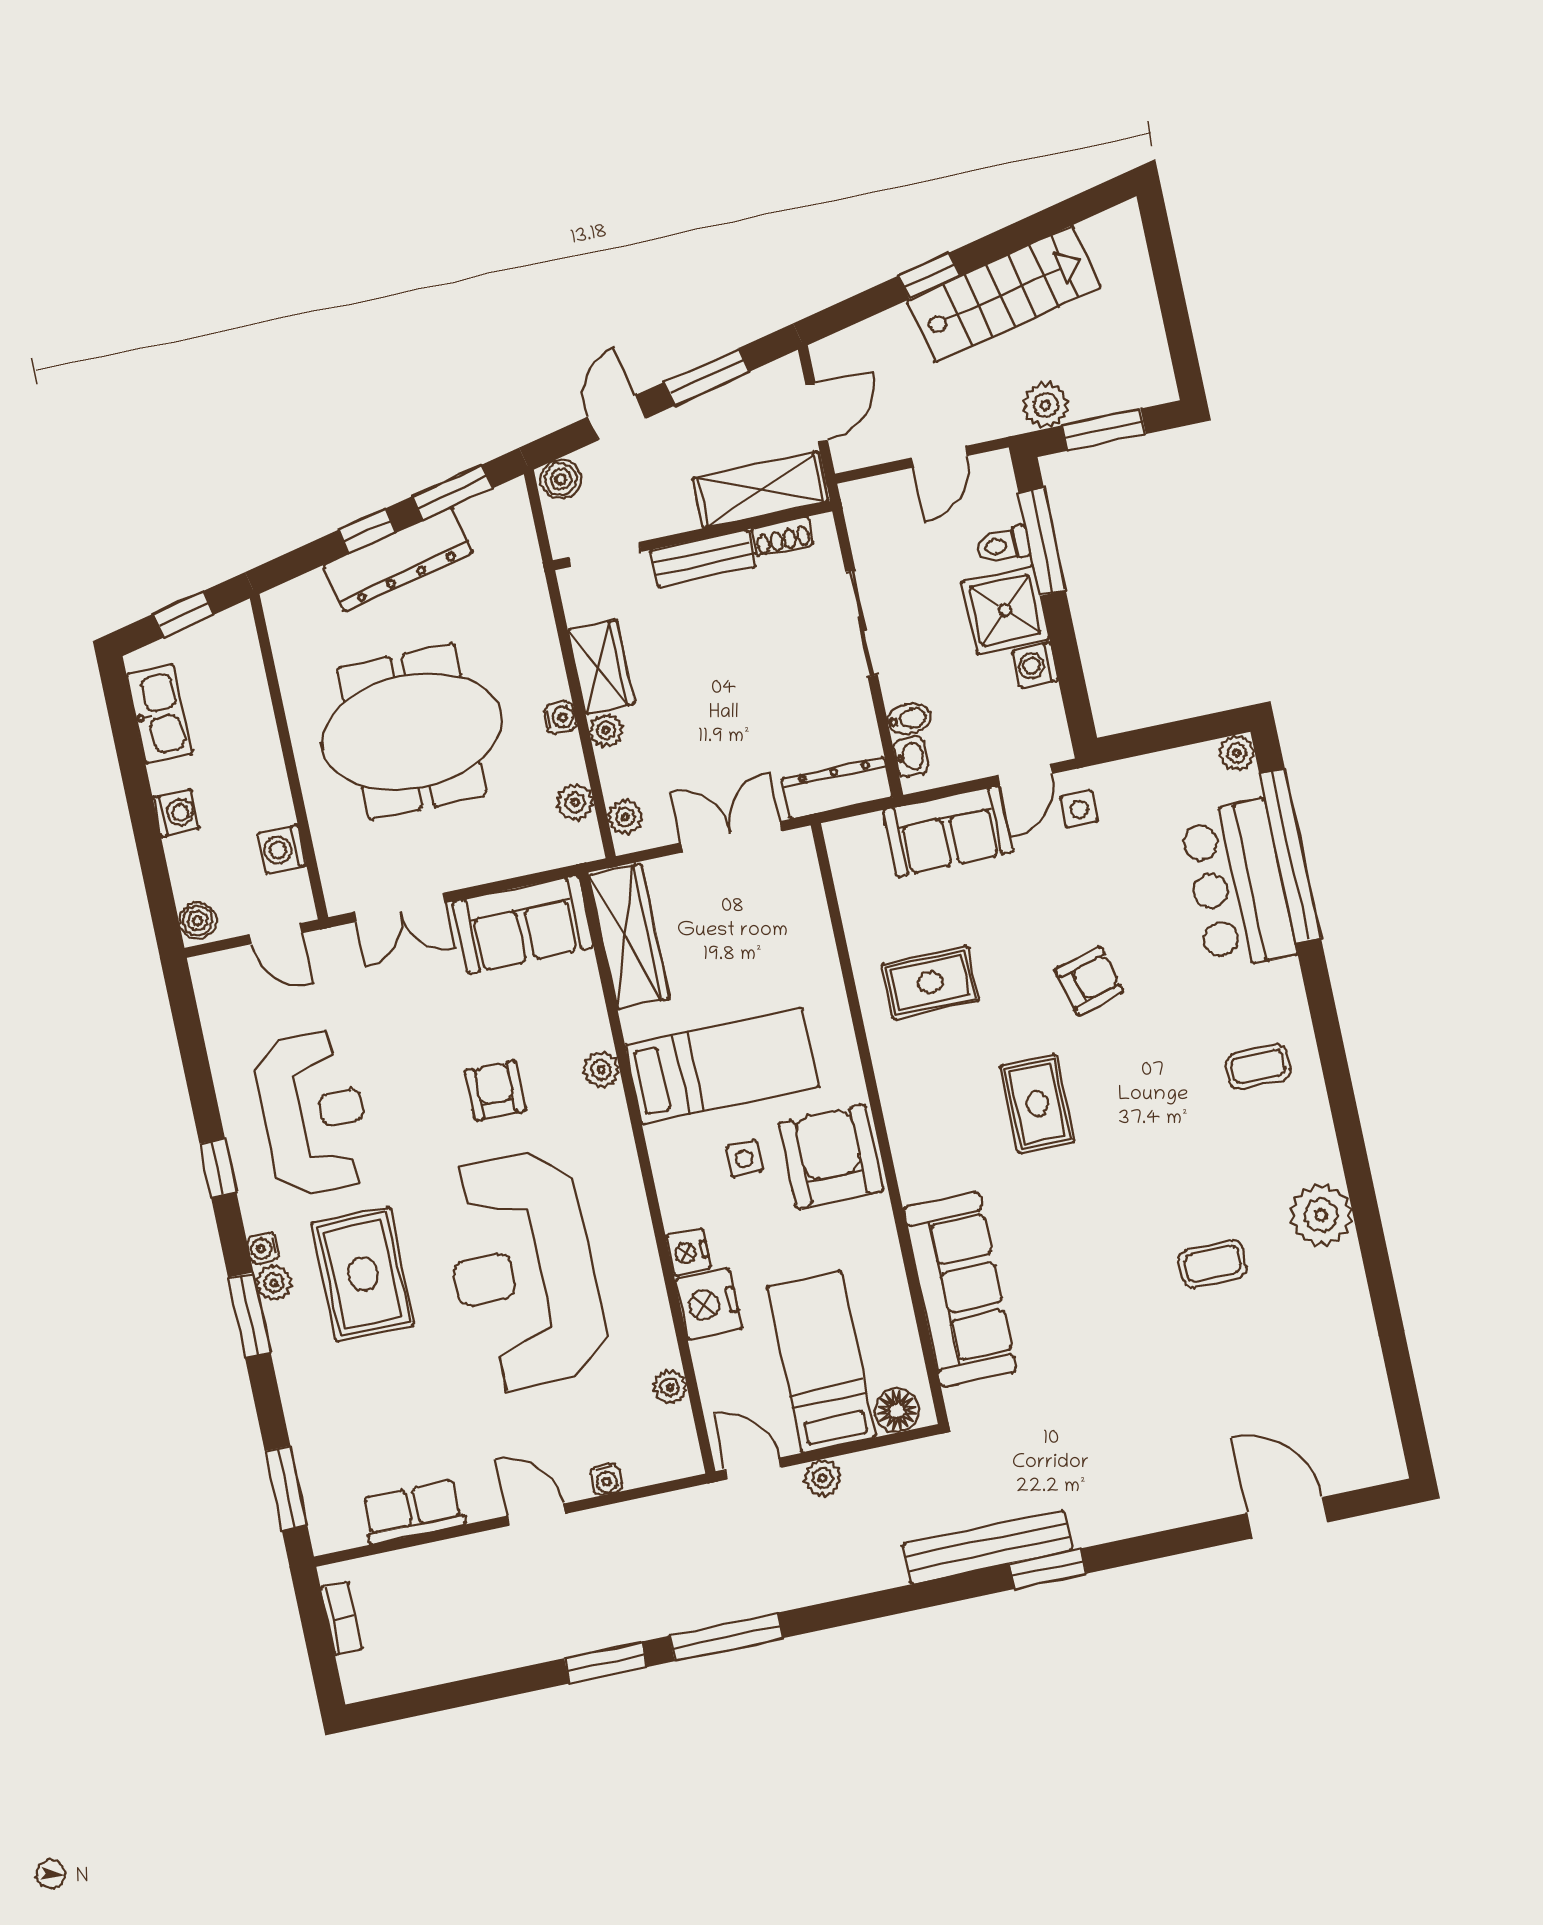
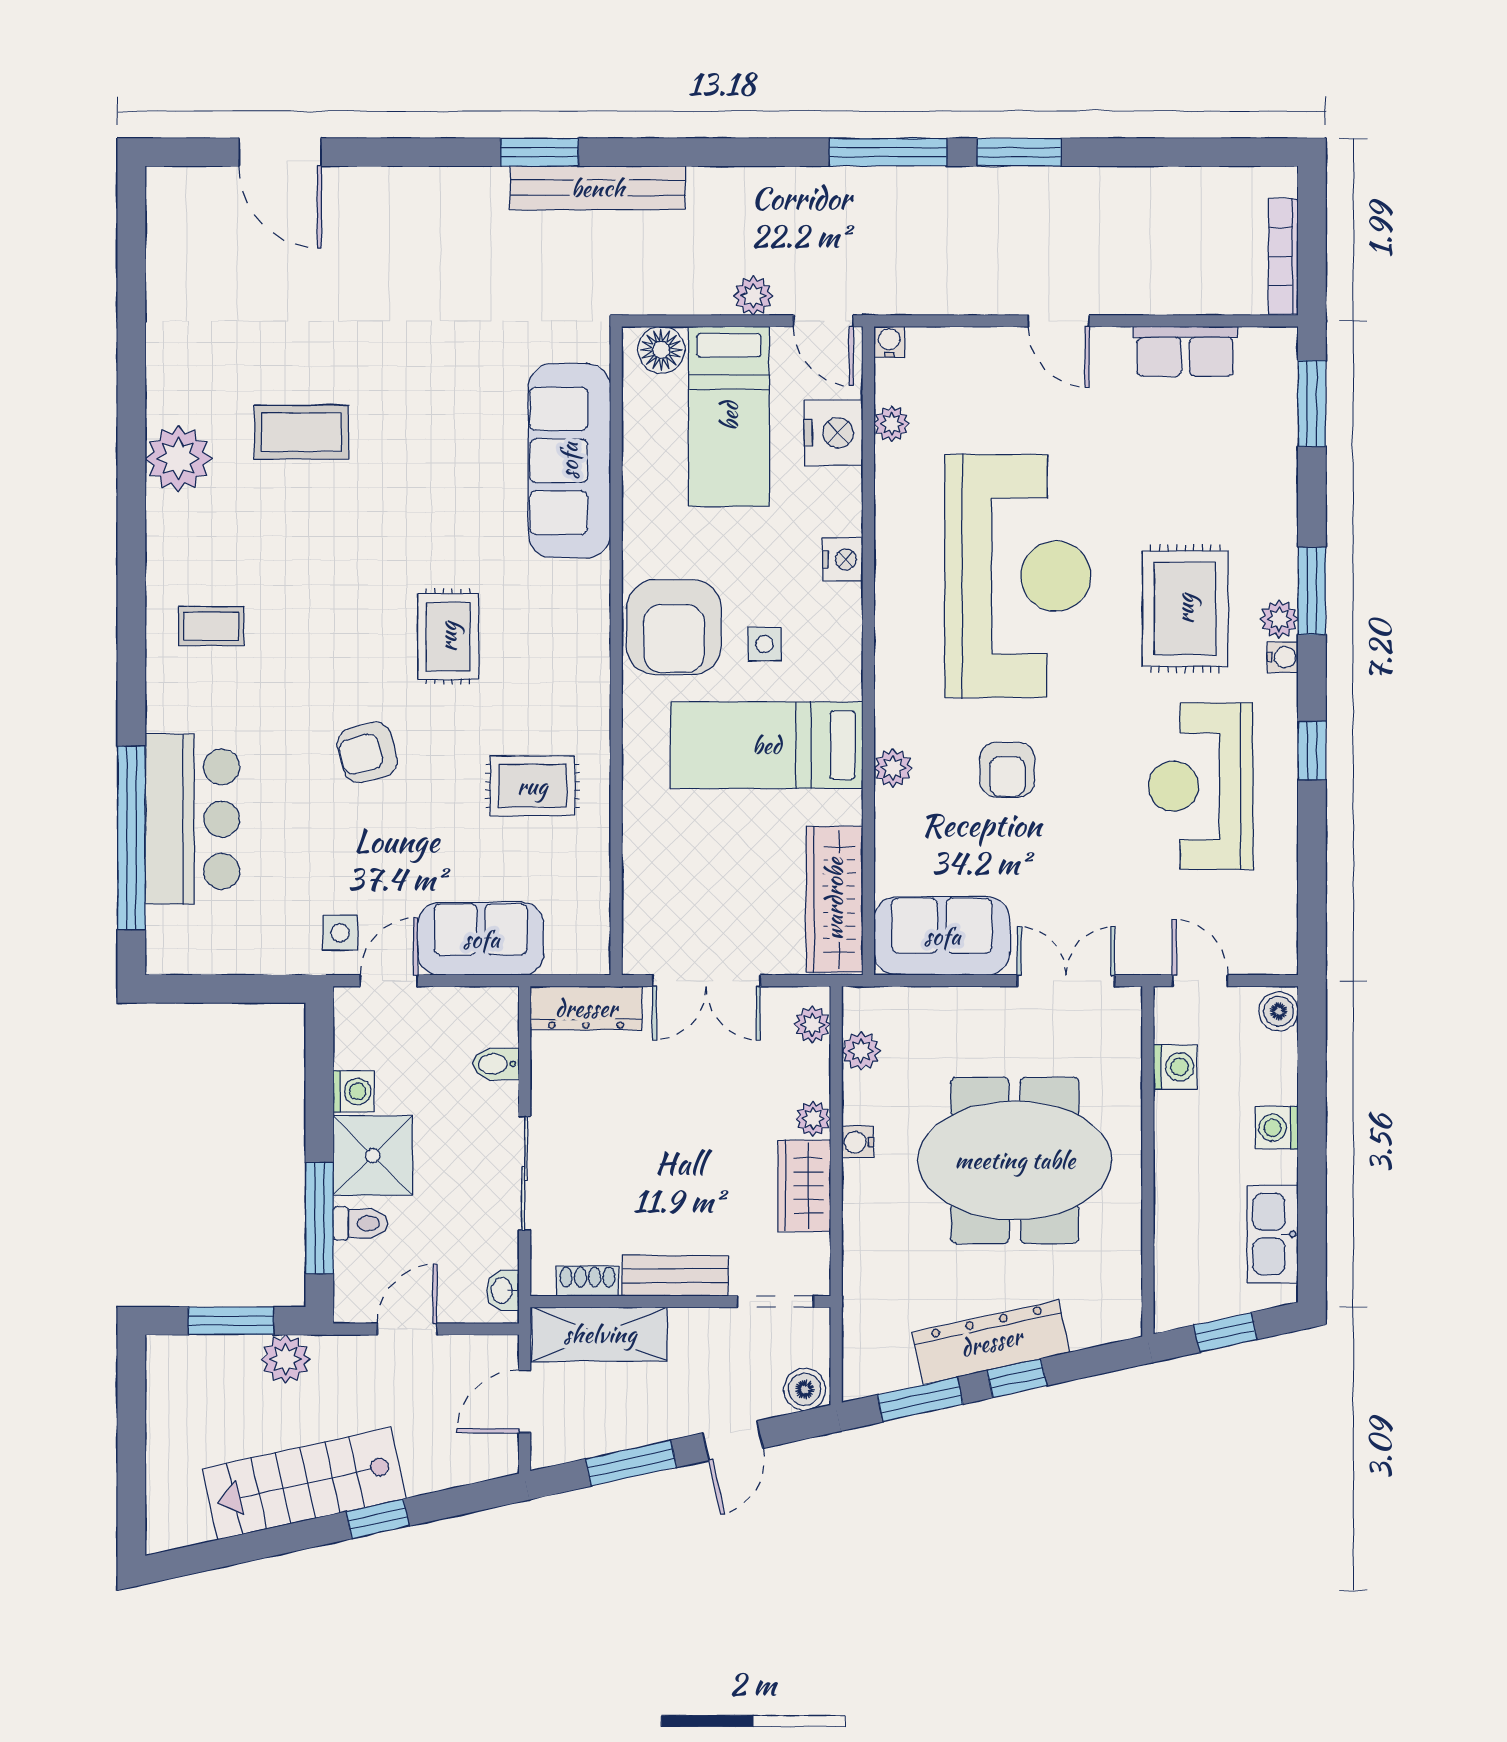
plant: (1237, 753) -> (164, 956), removed
washbasin: (911, 757) -> (503, 1290), moved
coffee table: (1213, 1264) -> (301, 432), width x1.36, depth x1.30
nightstand: (708, 1304) -> (833, 433), moved
water cooler: (606, 1480) -> (889, 342), moved
bookcase: (341, 1618) -> (1283, 256), width x1.56

